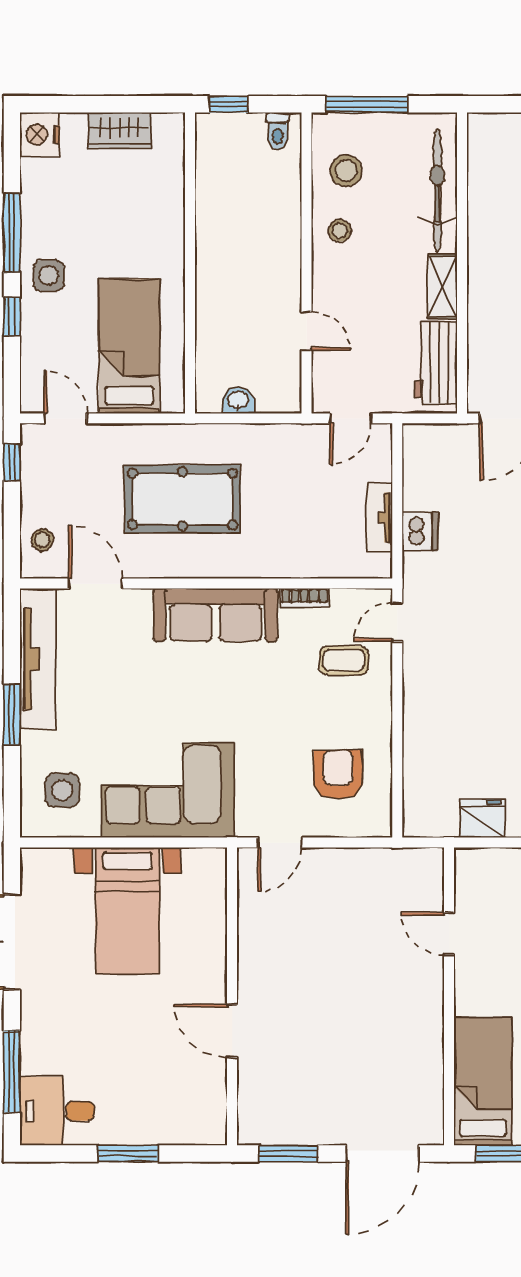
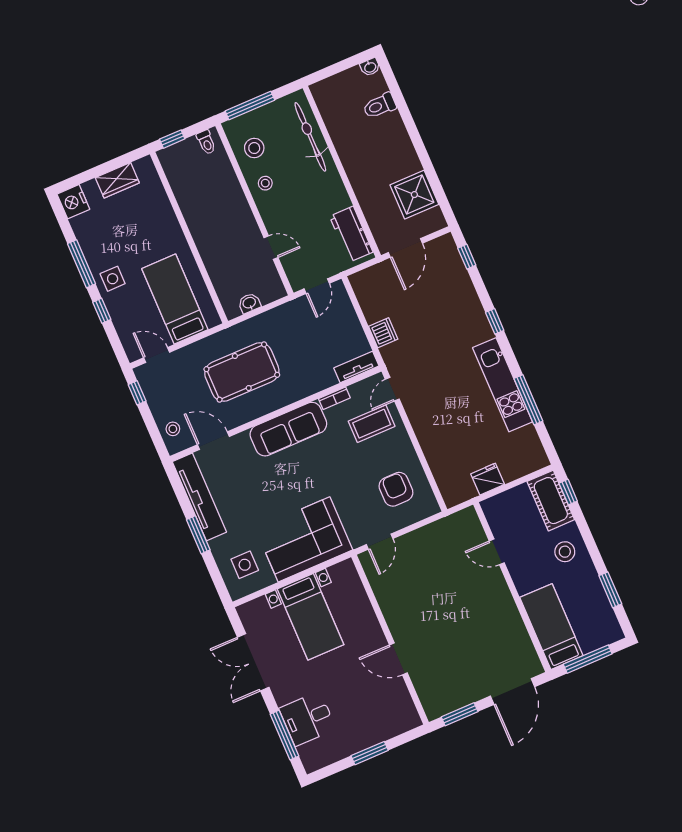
shelving: (443, 287) -> (337, 190), removed
tv unit: (379, 518) -> (356, 367), moved, turned 90
coffee table: (344, 661) -> (372, 424), width x1.36, depth x1.30
desk: (57, 1111) -> (308, 719), moved

